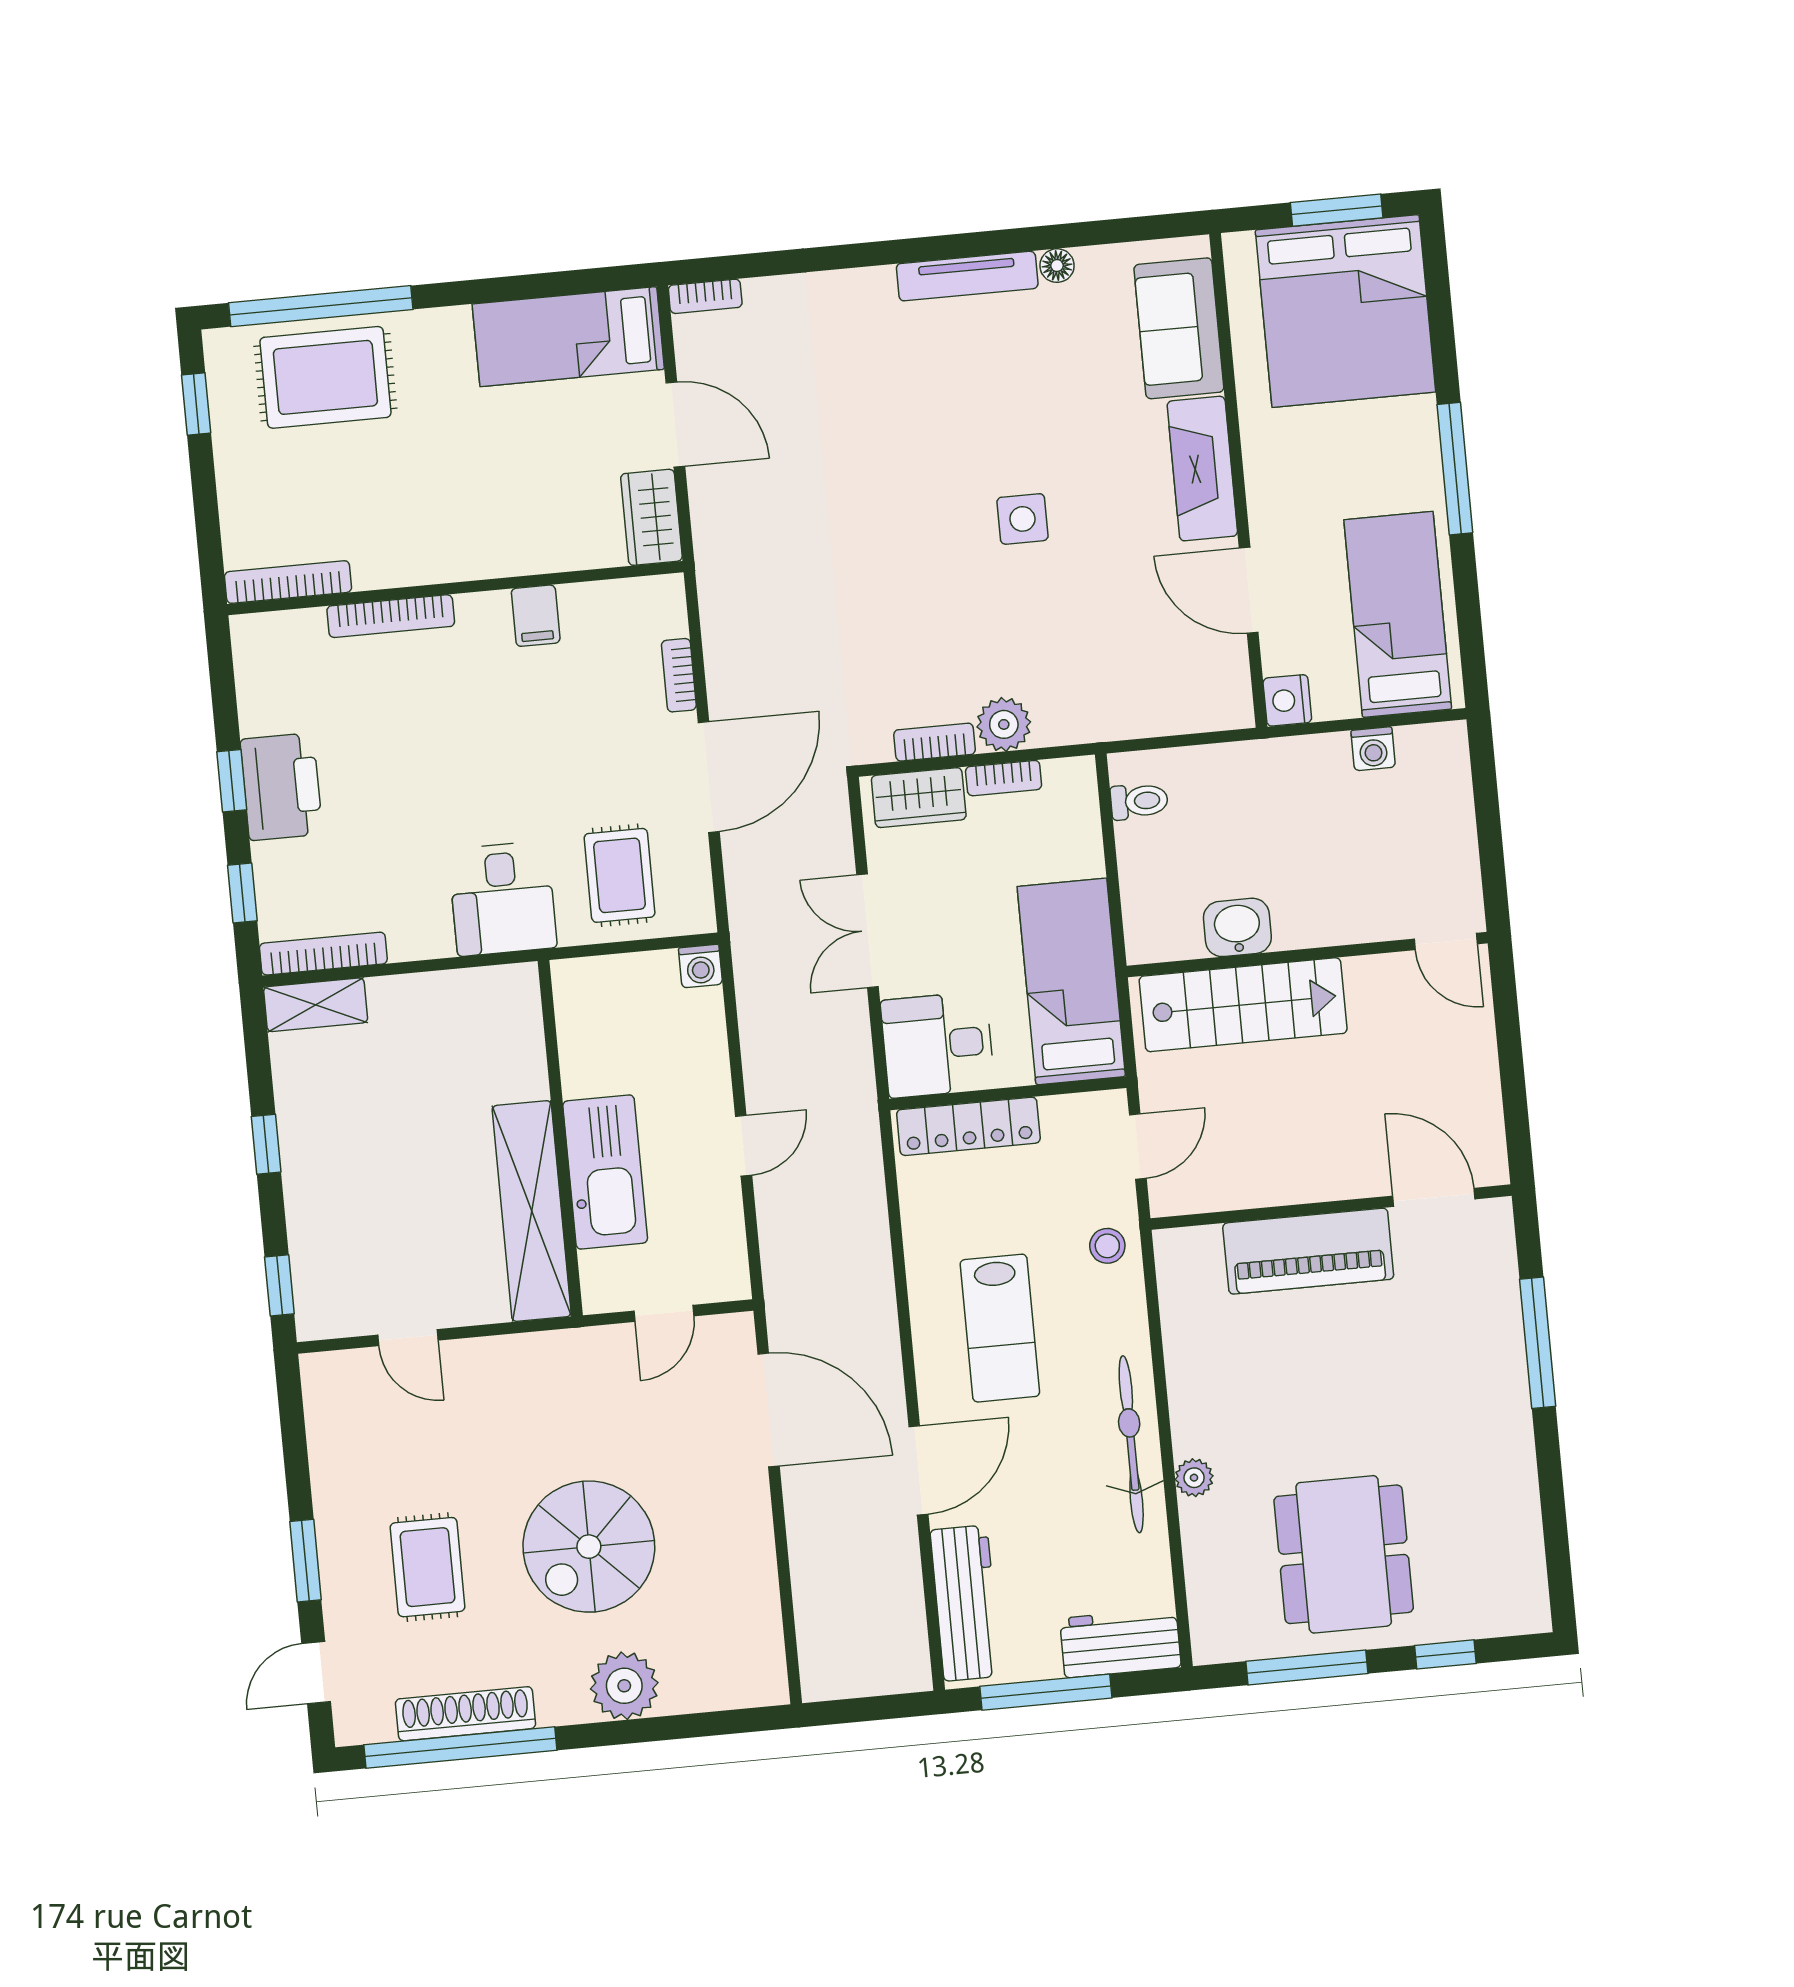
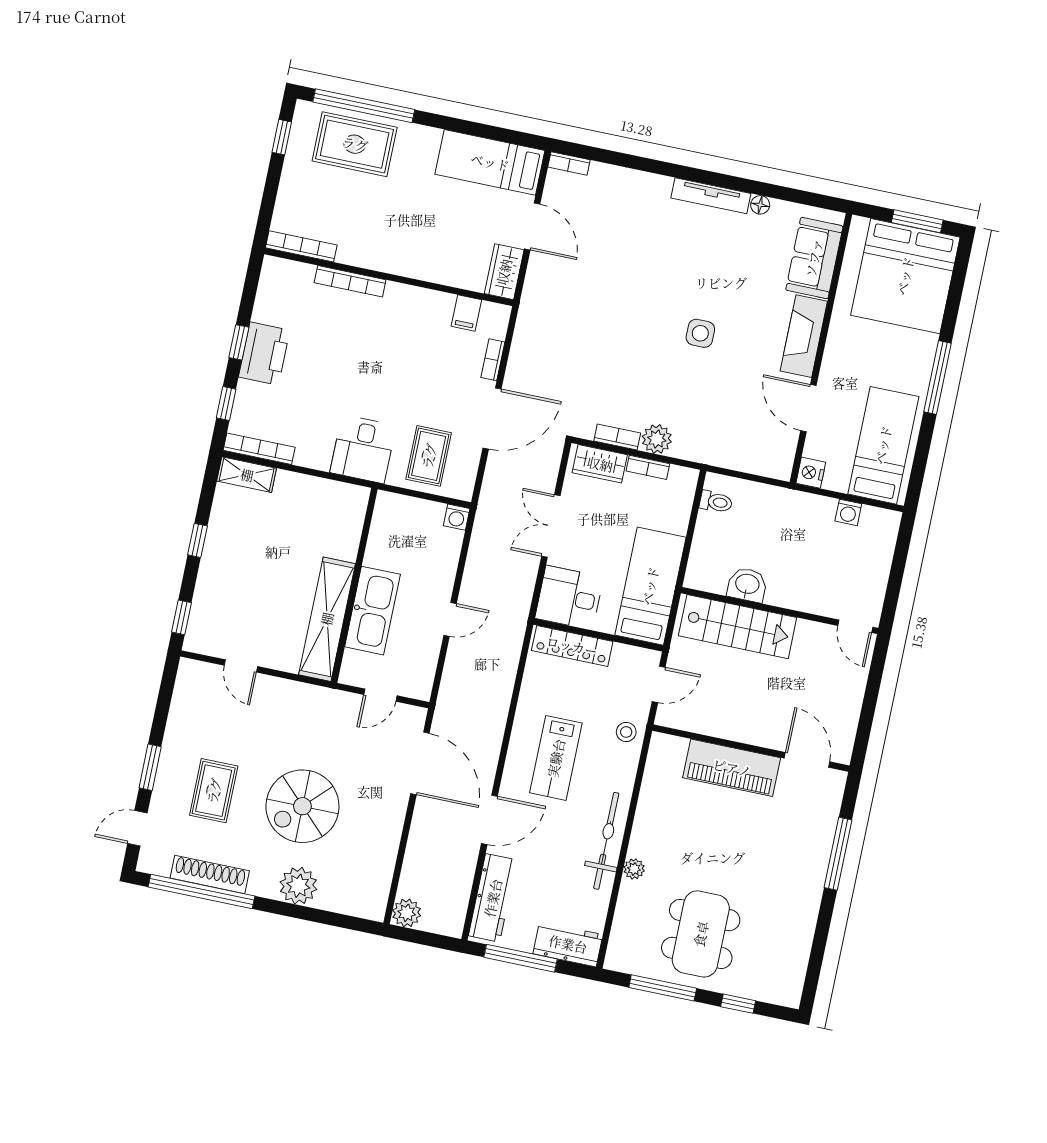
filing cabinet: (536, 616) -> (466, 313), moved
plant: (825, 1675) -> (407, 913), added

